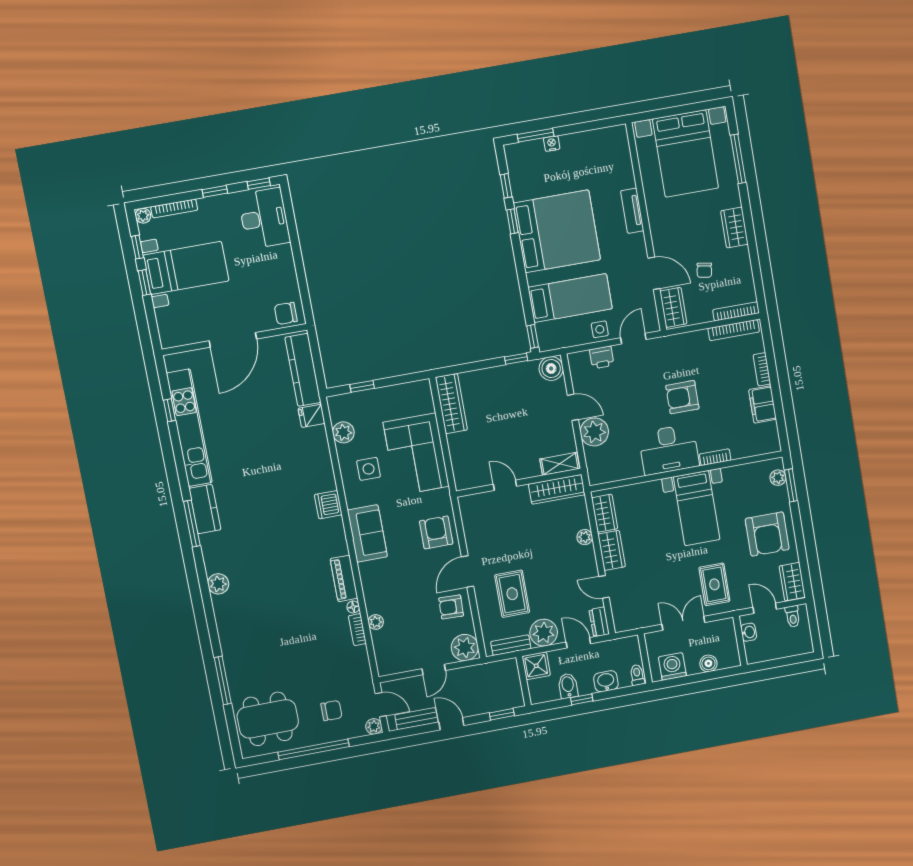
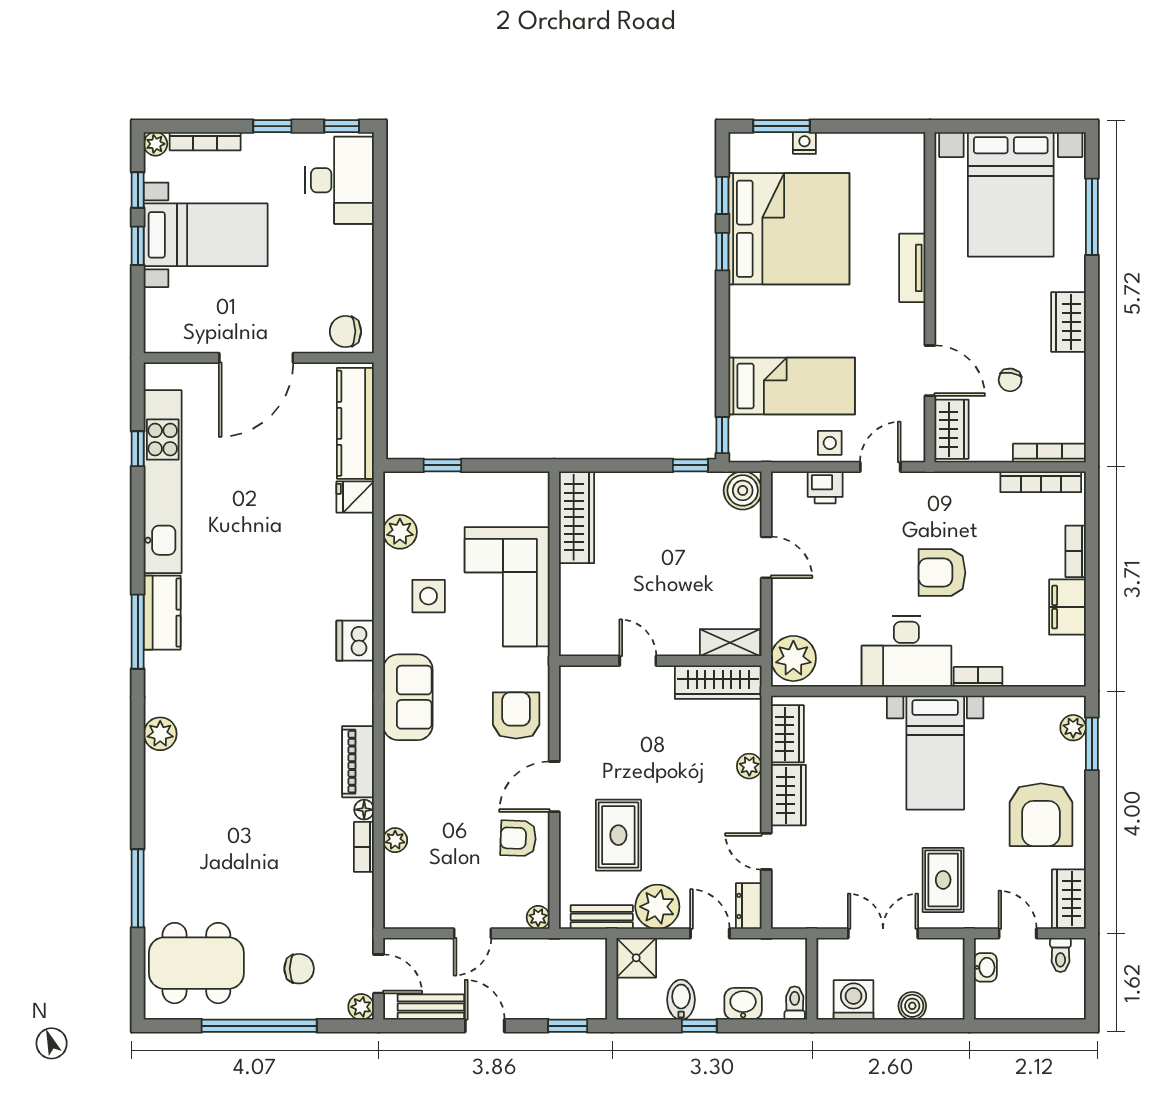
bed: (557, 231) -> (789, 229), moved
plant: (594, 432) -> (793, 658), moved
plant: (465, 648) -> (538, 917), width x0.53, depth x0.53

